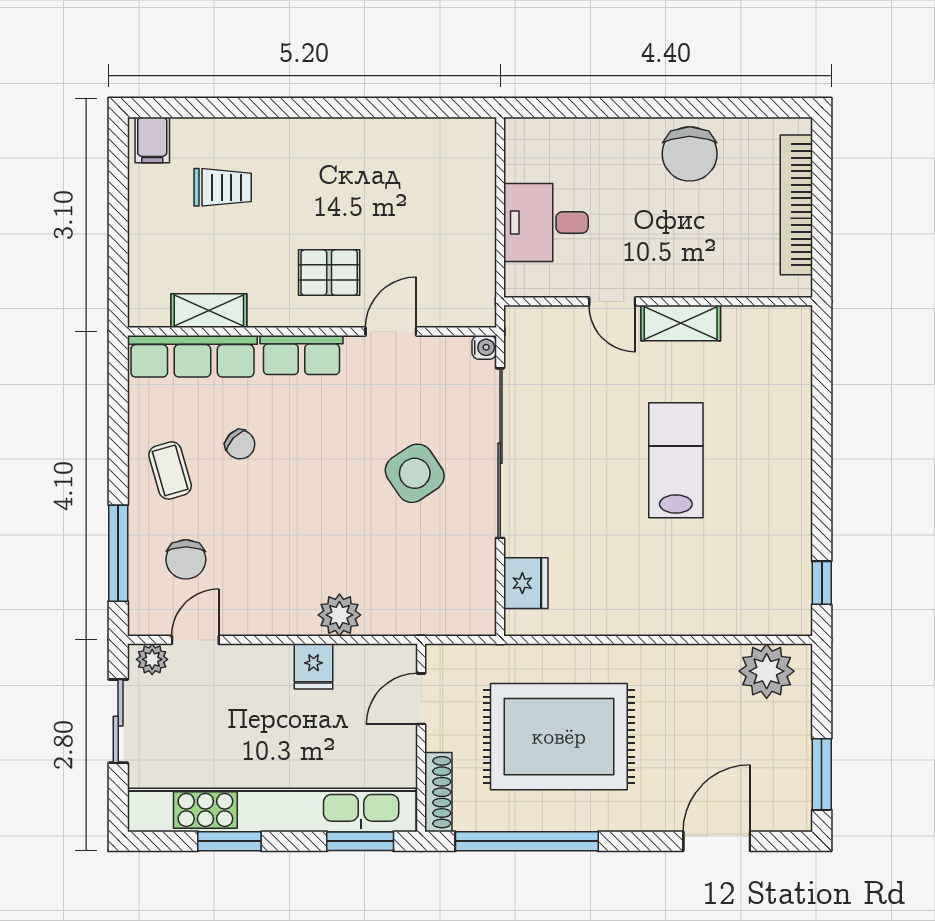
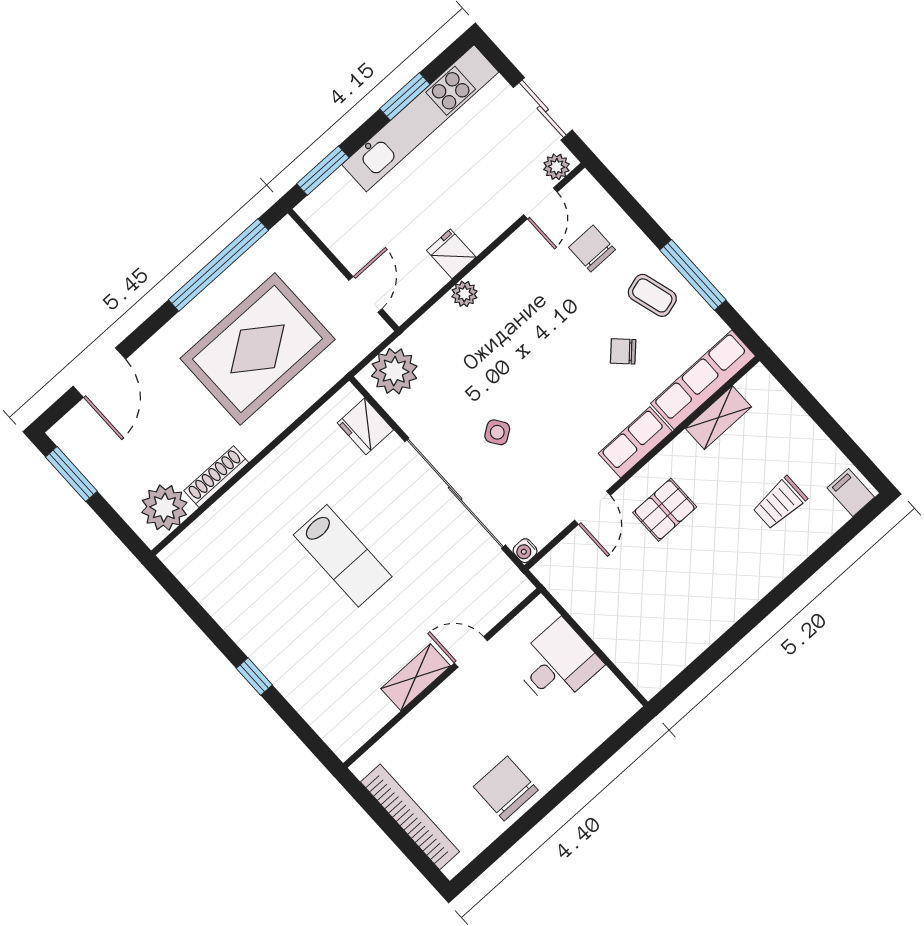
lab bench: (676, 460) -> (343, 556), moved
side table: (415, 473) -> (497, 432), width x0.54, depth x0.54
window: (118, 553) -> (693, 275), moved
window: (822, 583) -> (254, 677), moved
plant: (457, 609) -> (394, 371), added
plant: (339, 615) -> (464, 294), width x0.73, depth x0.73
shoe rack: (438, 792) -> (216, 477), moved, turned 90
kitchen unit: (272, 810) -> (420, 118), width x0.73

